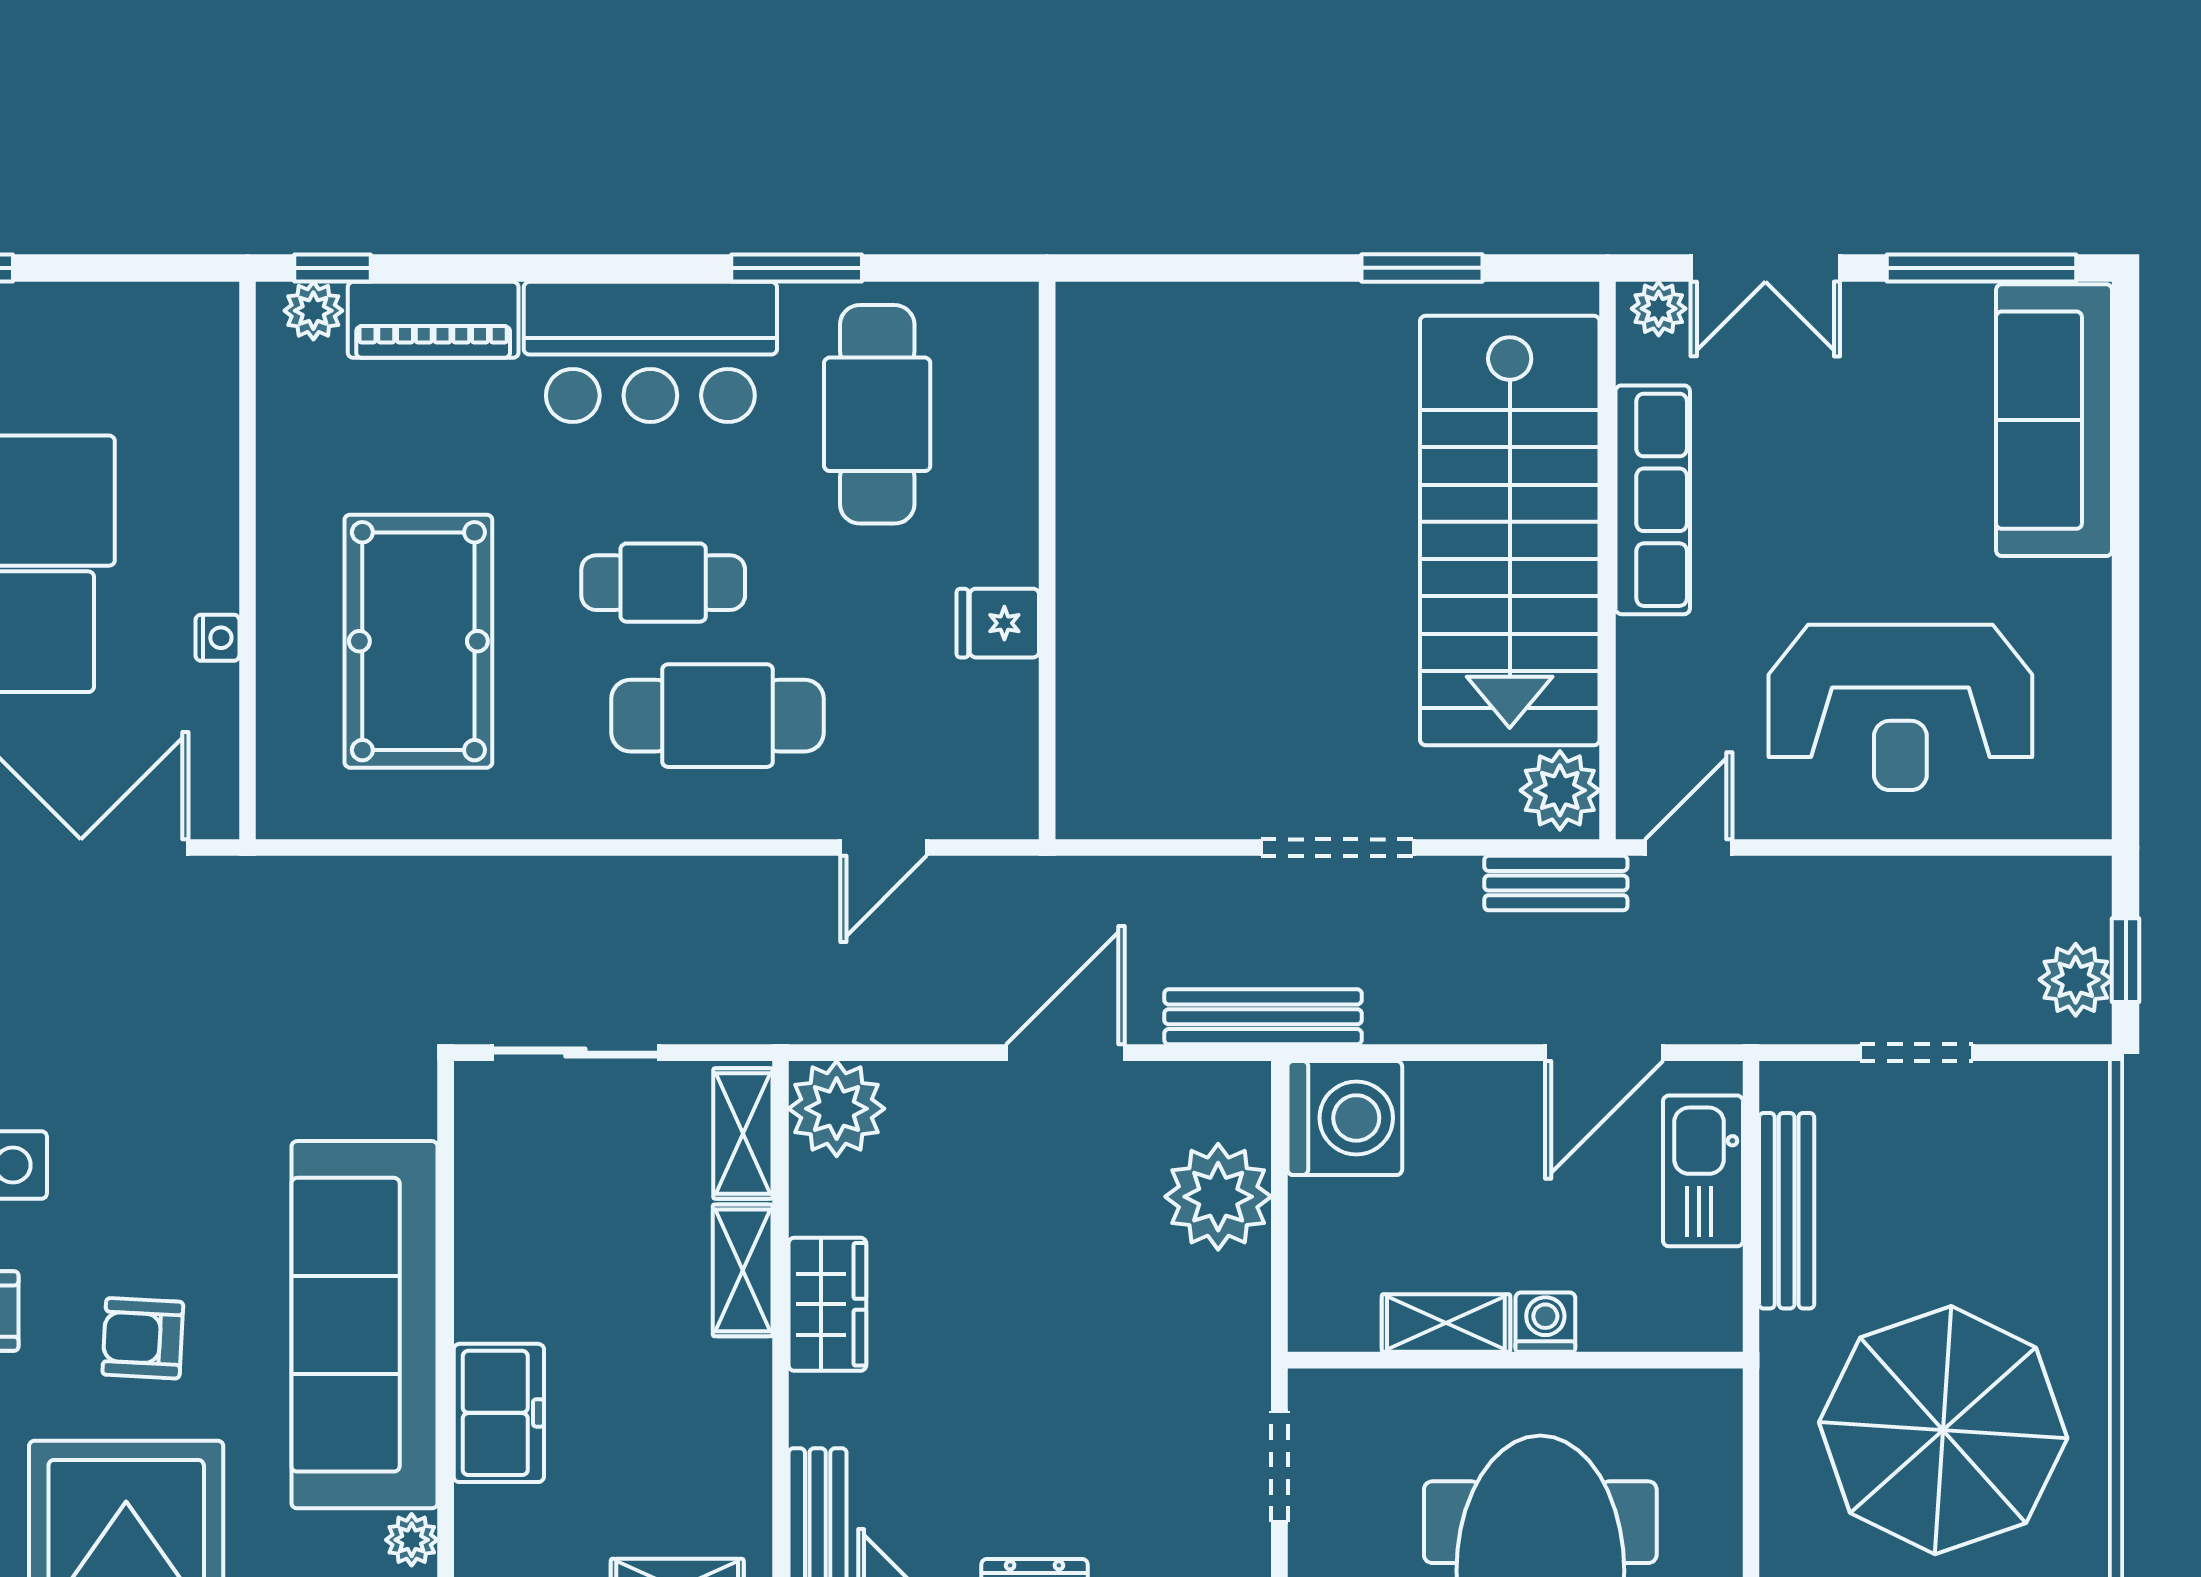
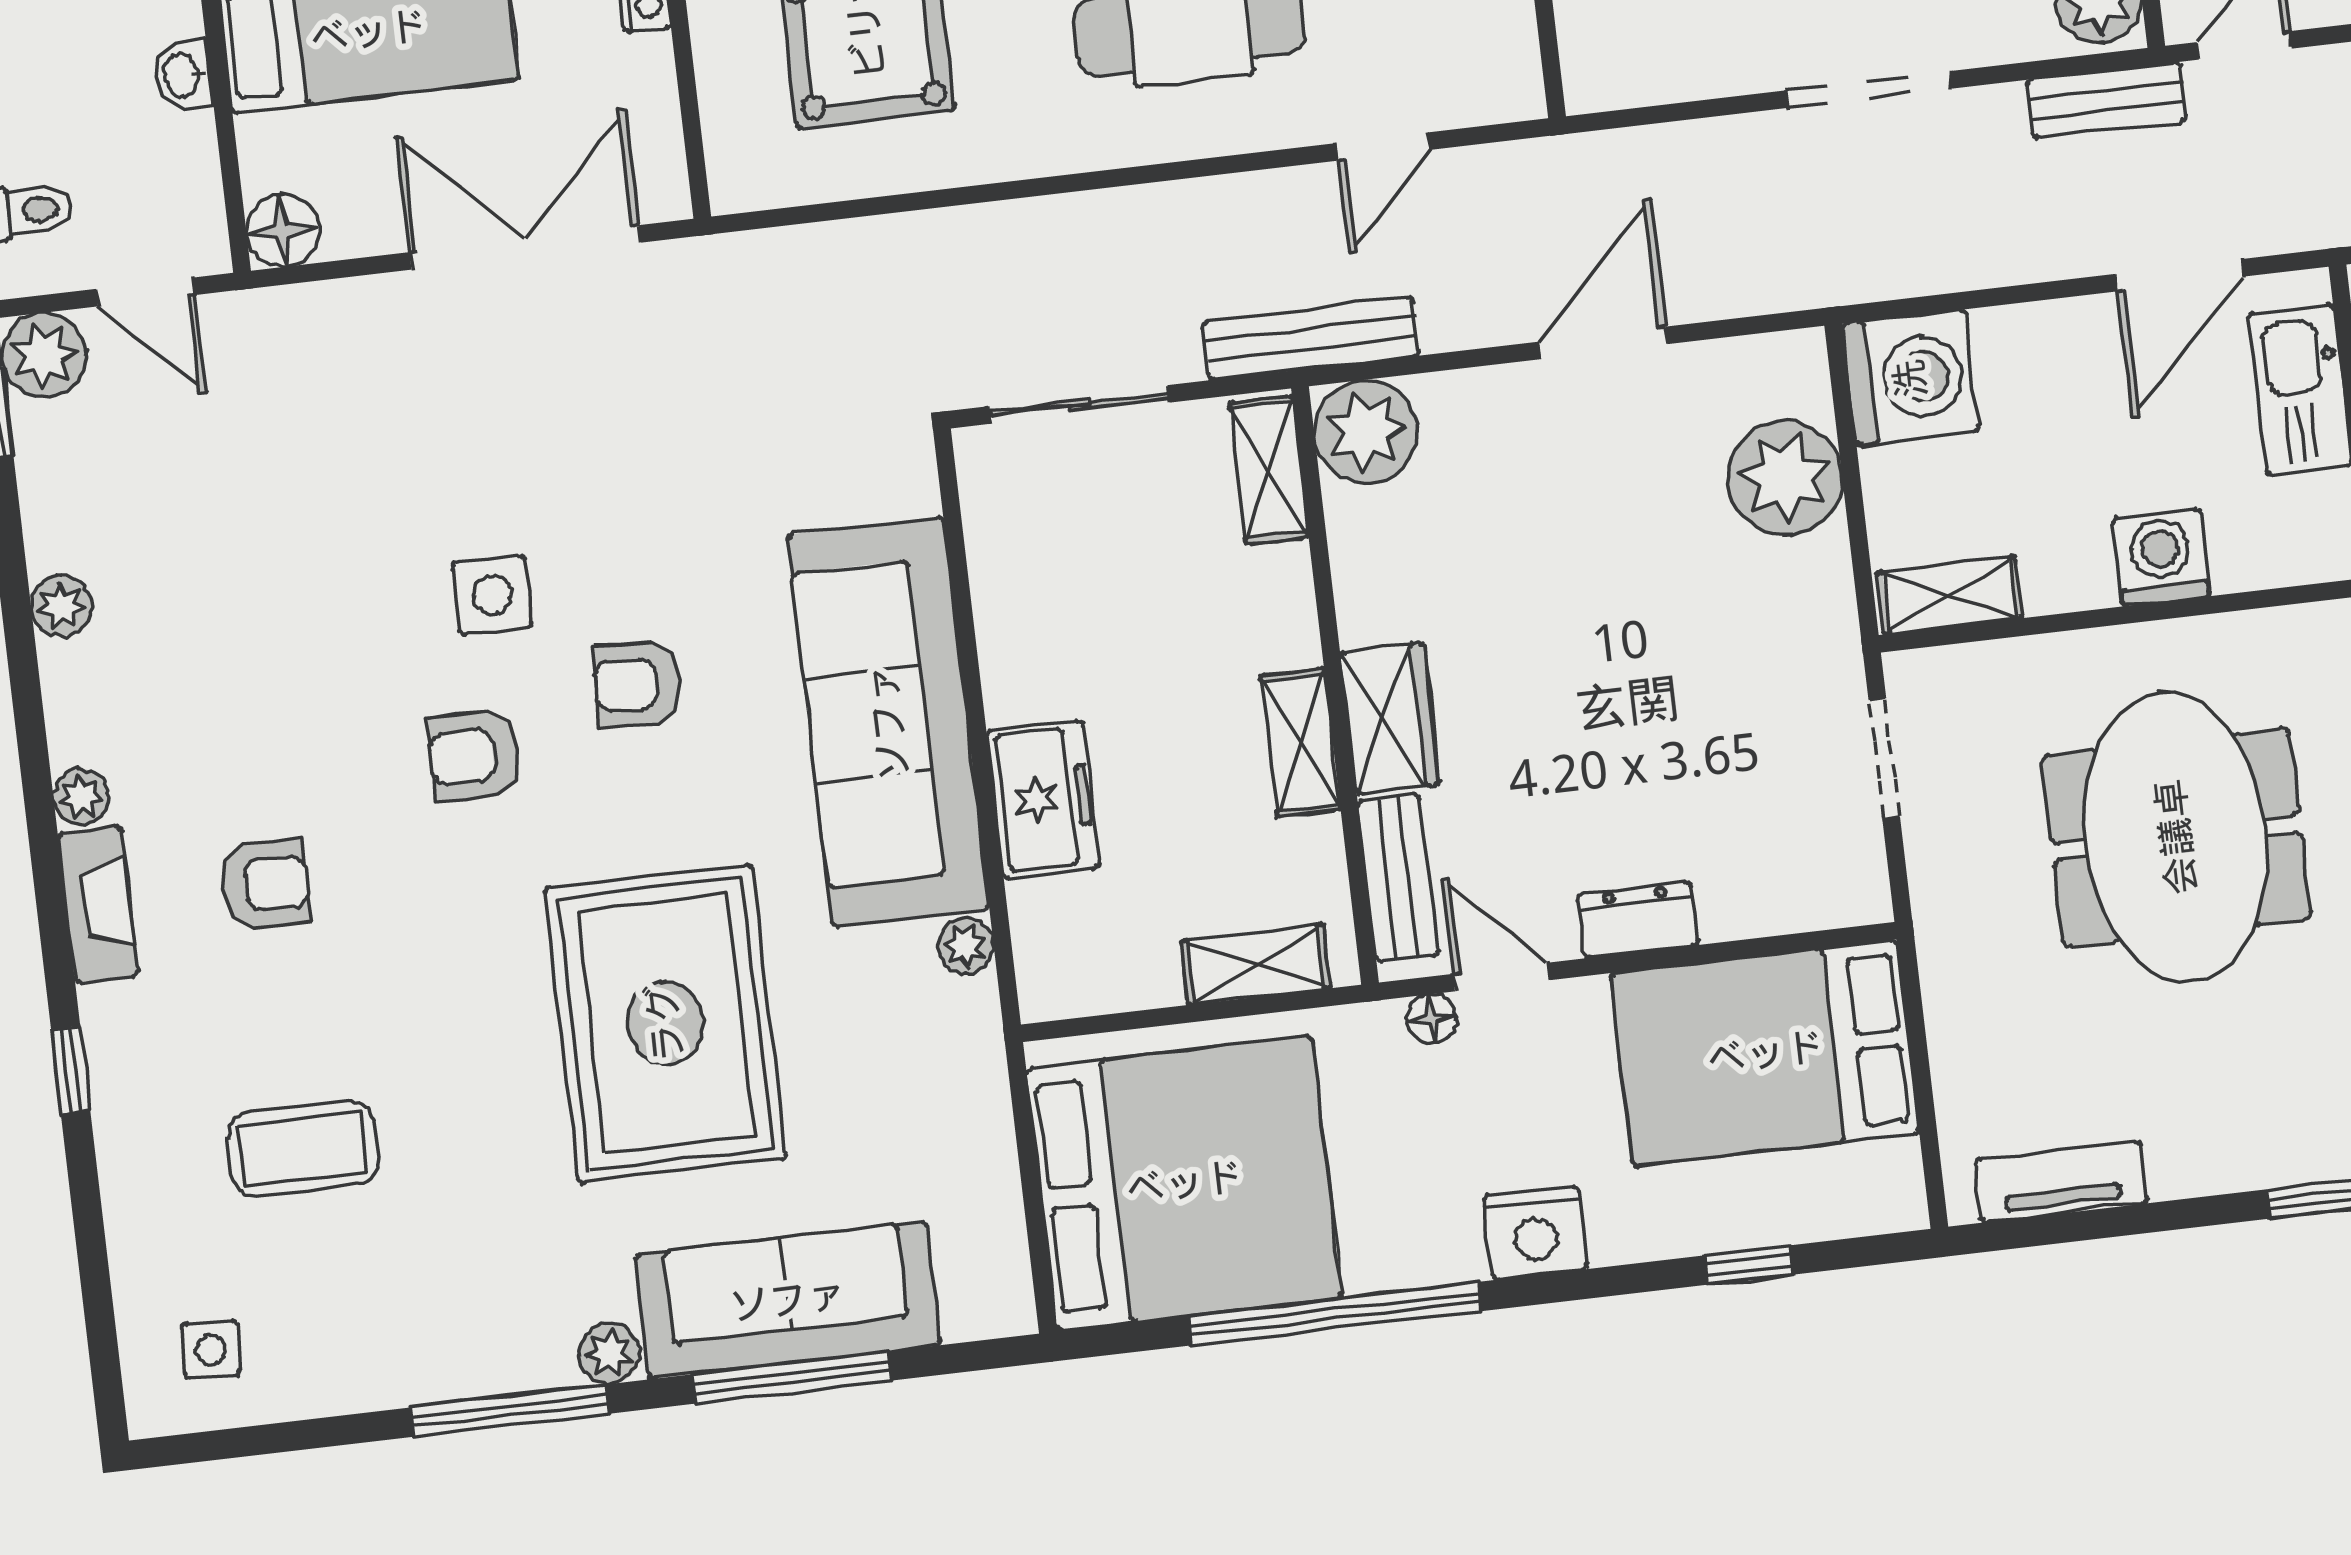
bench: (1263, 1017) -> (1311, 338), moved
shelving: (743, 1270) -> (1301, 742), moved
wardrobe: (827, 1304) -> (1390, 719), moved
washing machine: (1545, 1322) -> (2161, 557), width x1.38, depth x1.38
shelving: (1446, 1323) -> (1949, 595), moved
armchair: (143, 1338) -> (637, 684), moved

